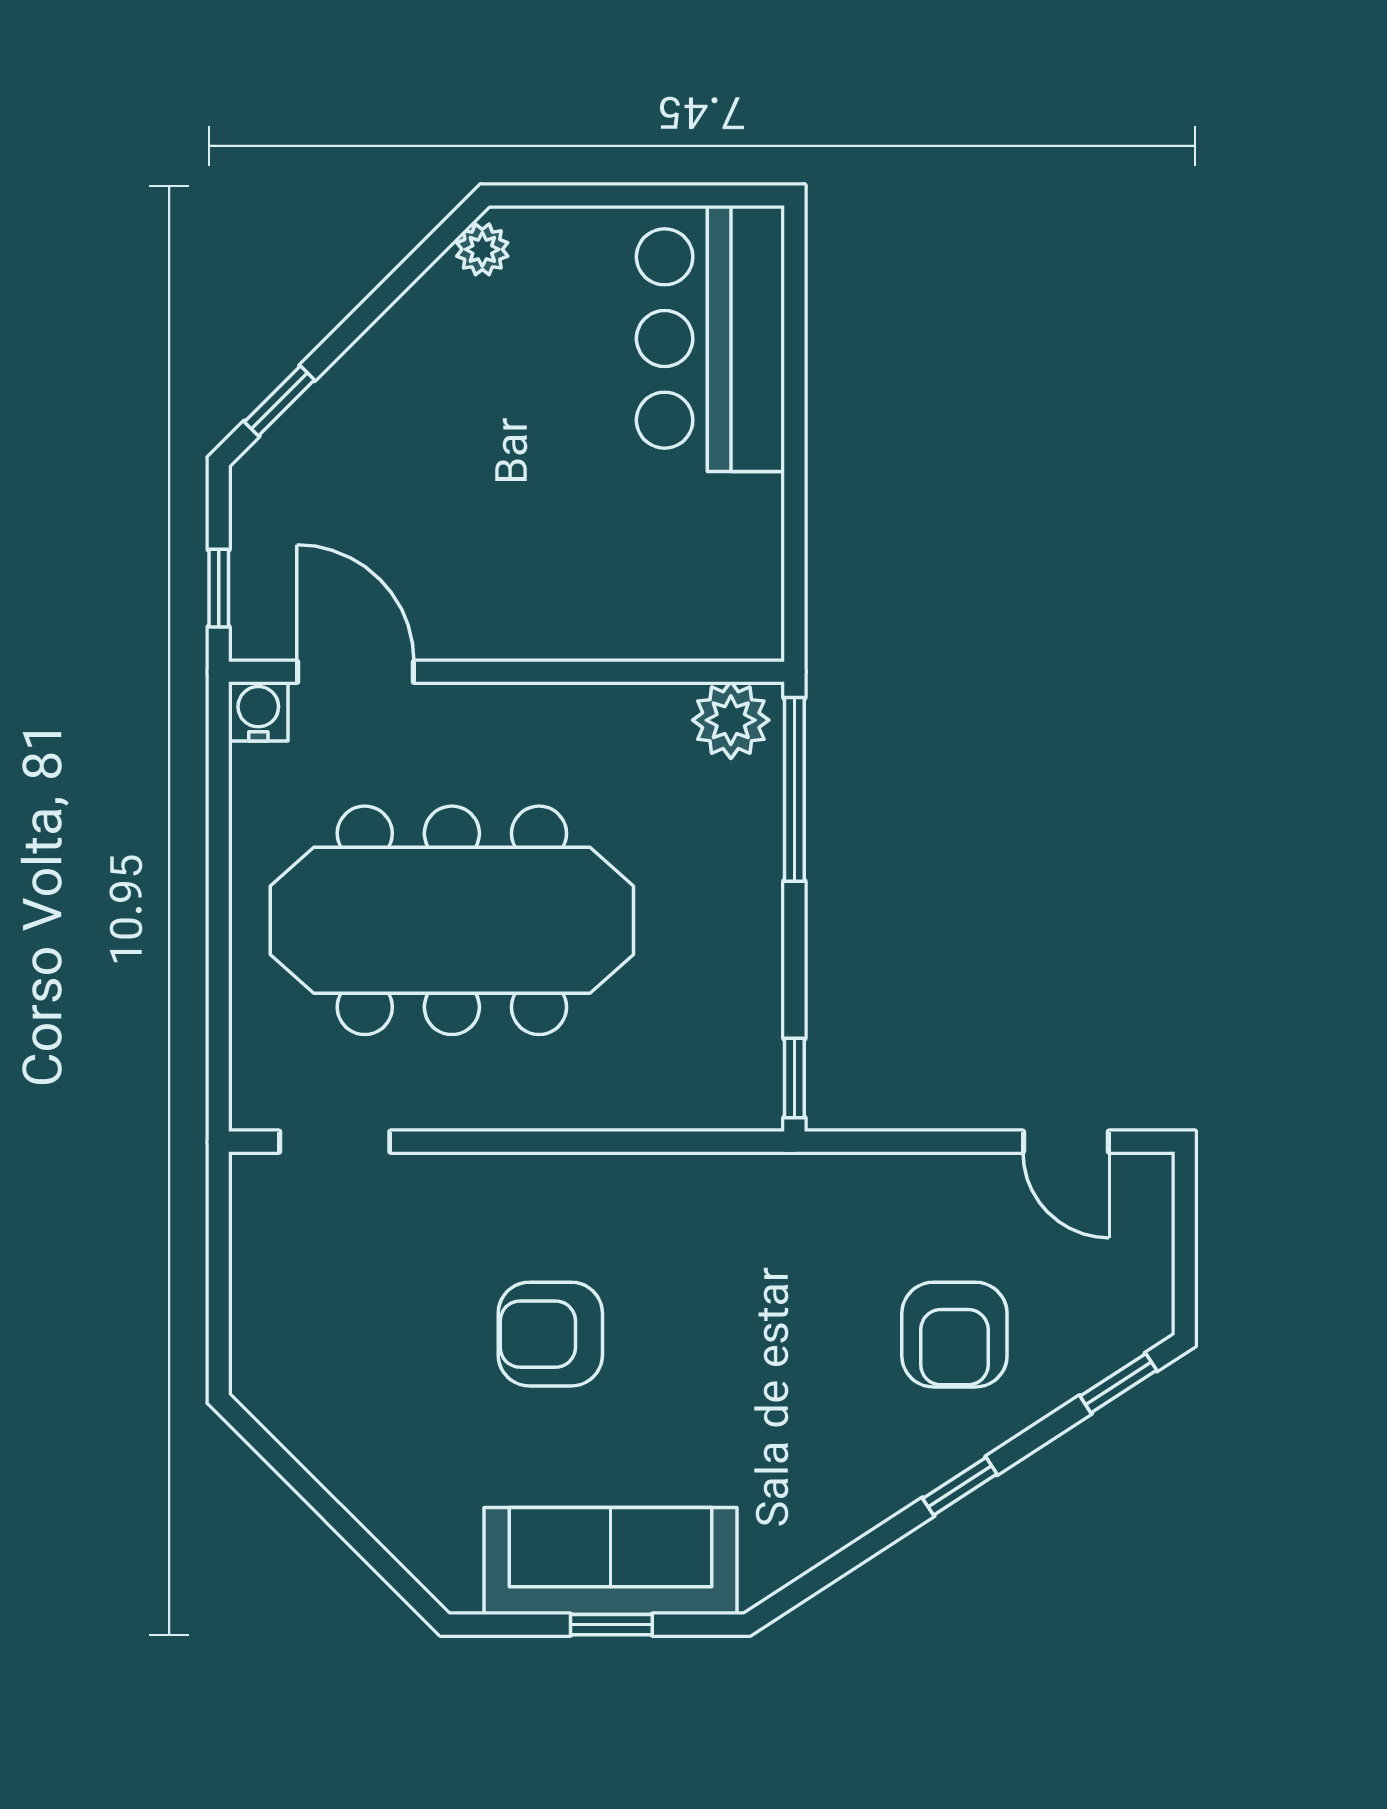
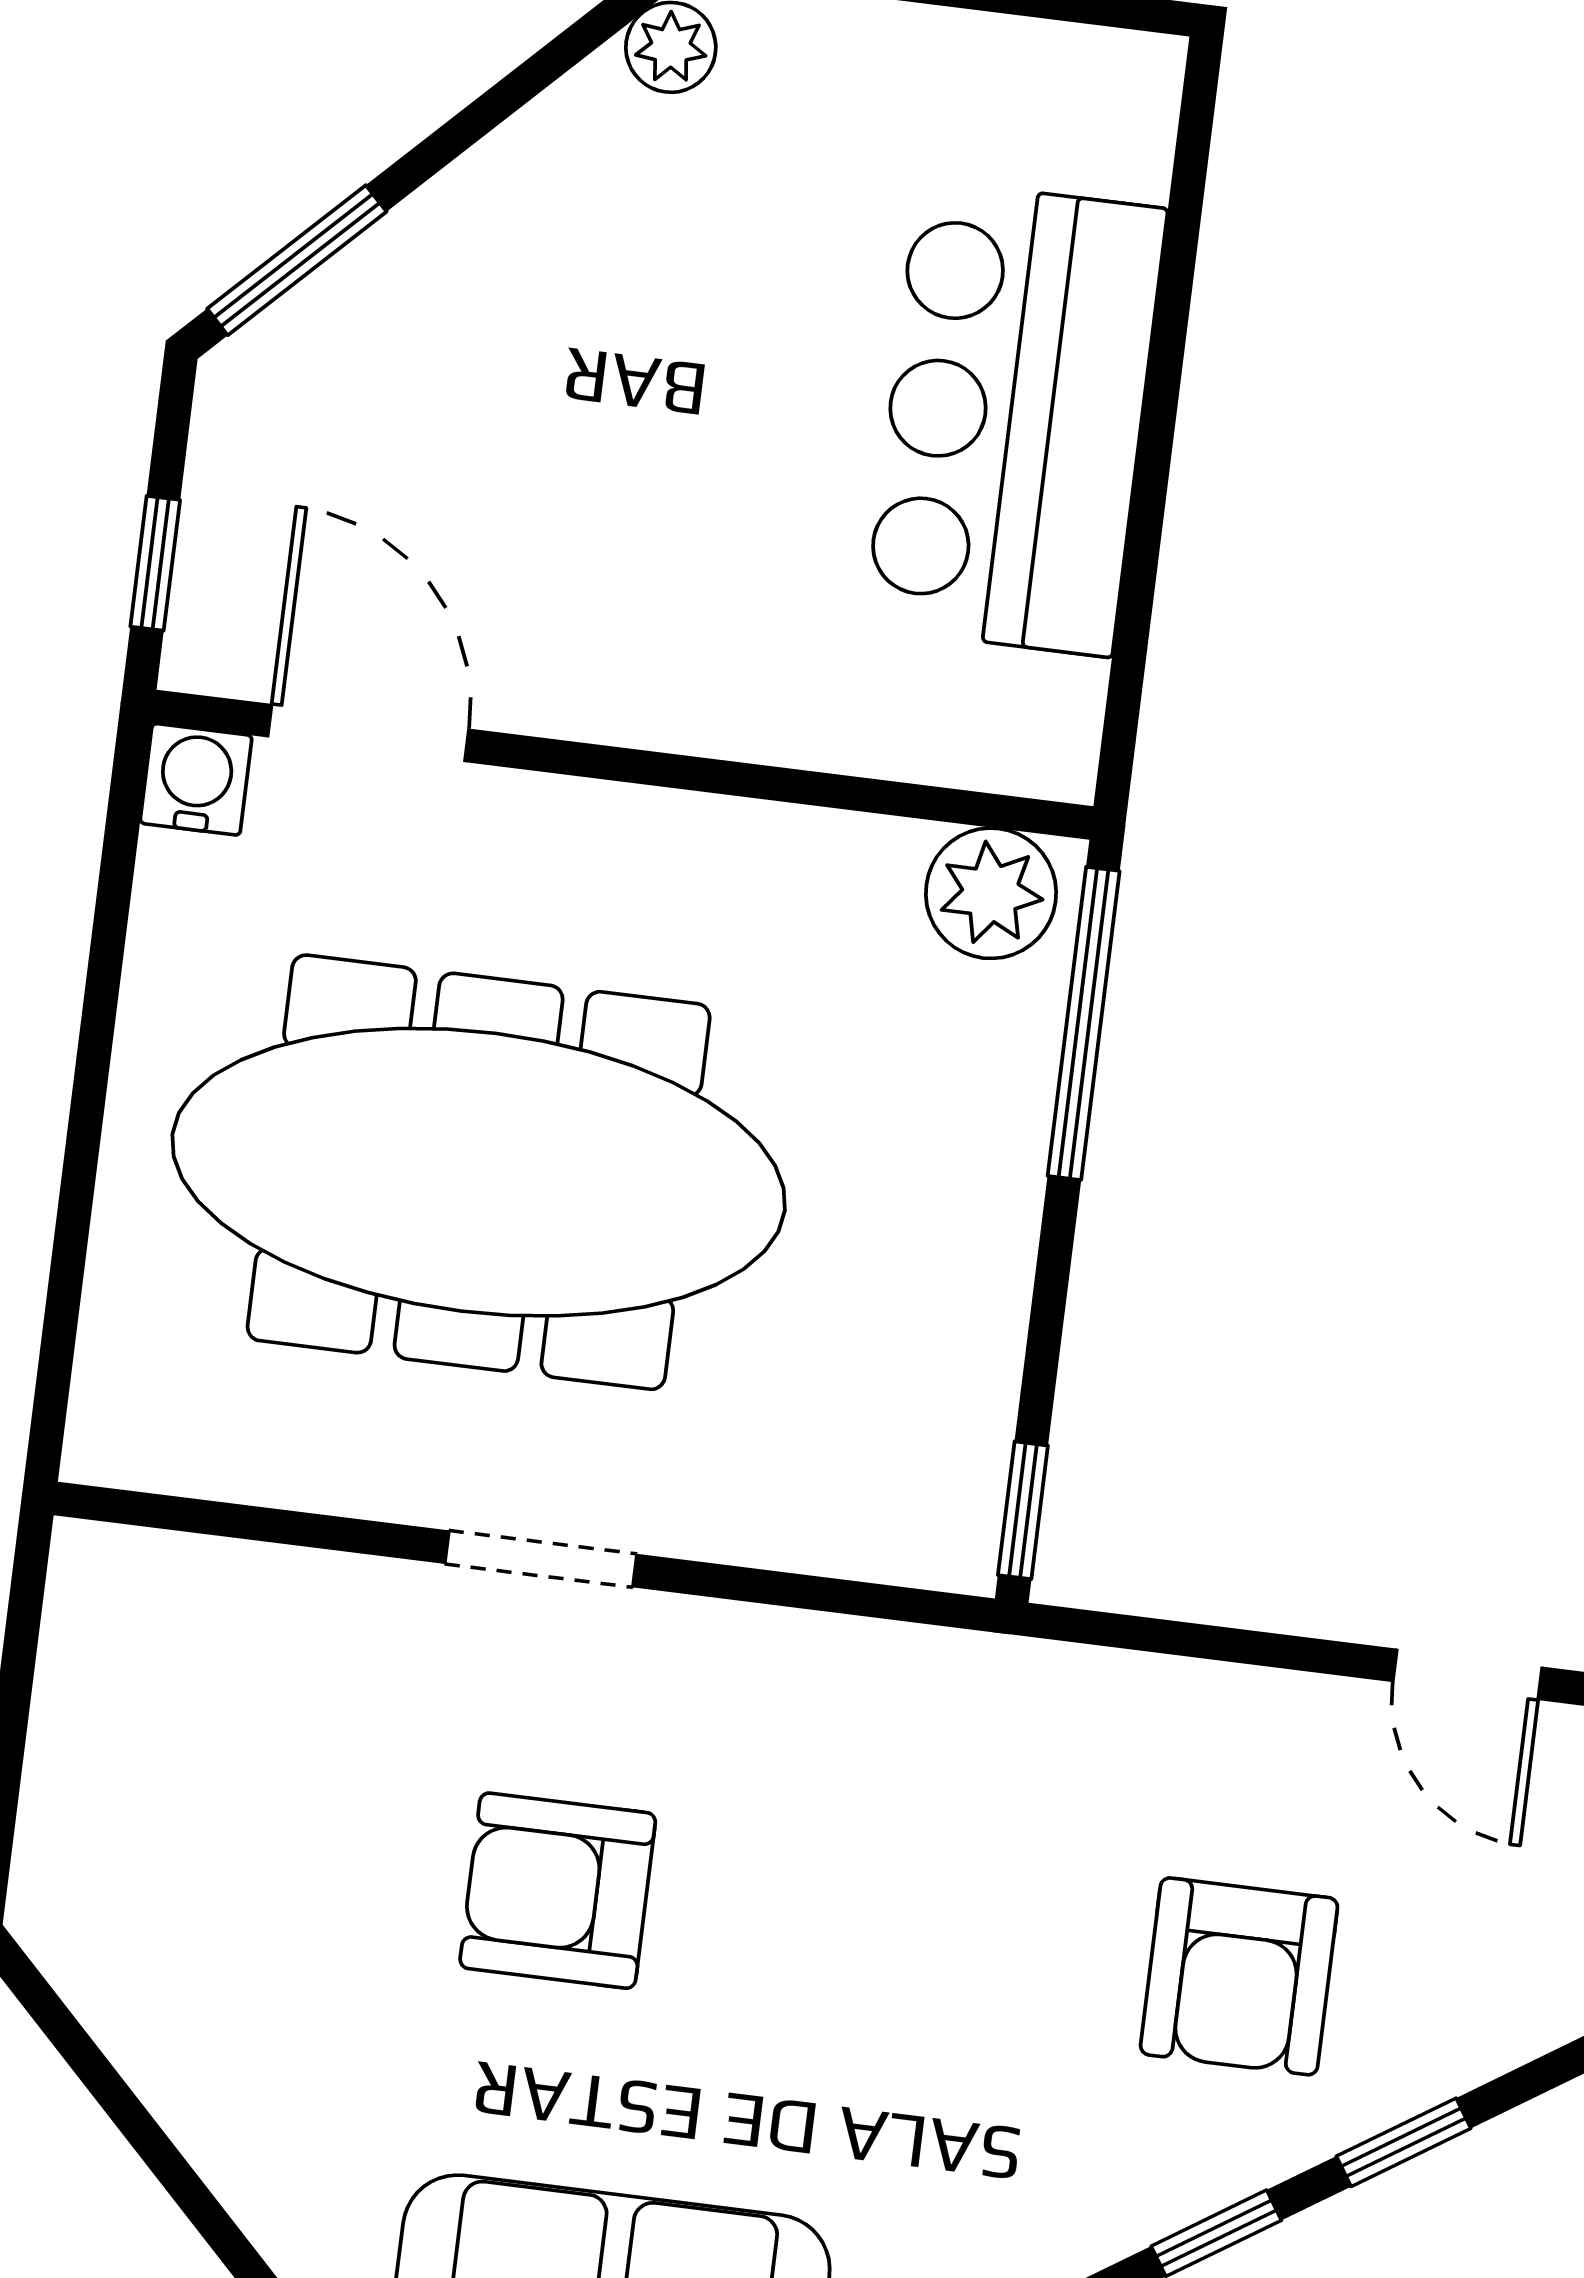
bar counter: (710, 339) -> (1015, 418), moved
window: (279, 401) -> (297, 260), width x1.50
doorway: (335, 1142) -> (541, 1559), moved
window: (1118, 1383) -> (1404, 2142), moved

